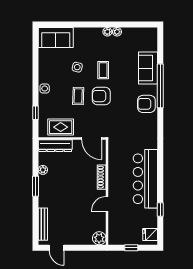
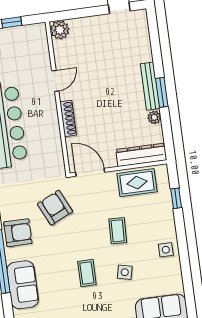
side table: (45, 88) -> (166, 250), moved
armchair: (101, 96) -> (55, 208), moved, turned -115
bench: (43, 224) -> (150, 86), moved

